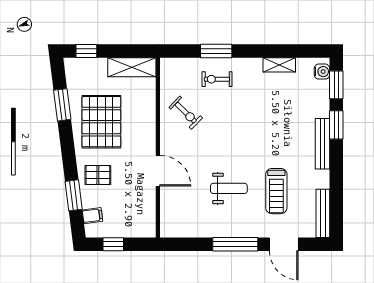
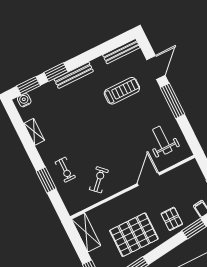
weight bench: (229, 188) -> (162, 140), moved

